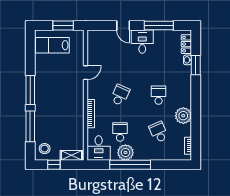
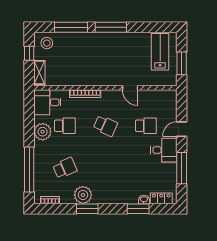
school desk: (159, 95) -> (146, 126), moved
window: (196, 112) -> (87, 209), added
window: (130, 165) -> (29, 169), moved

